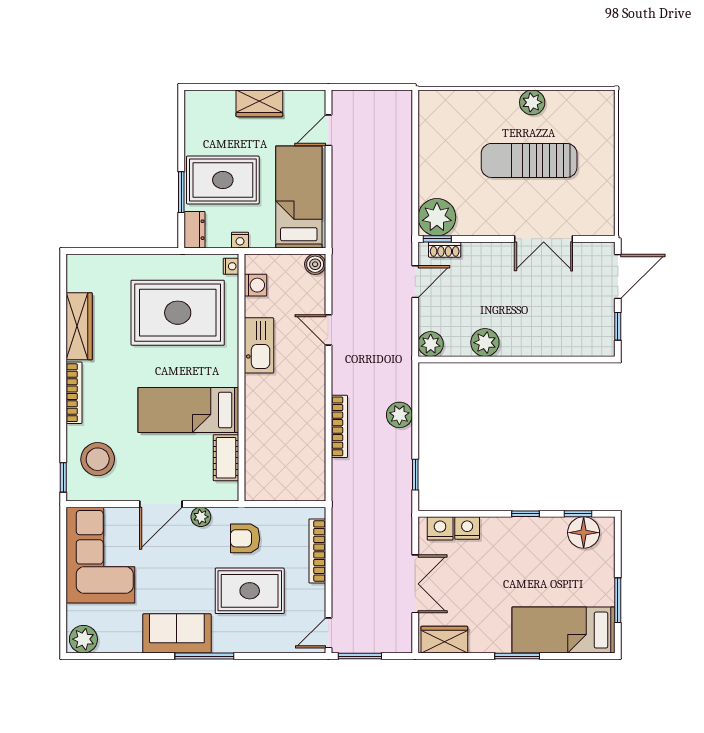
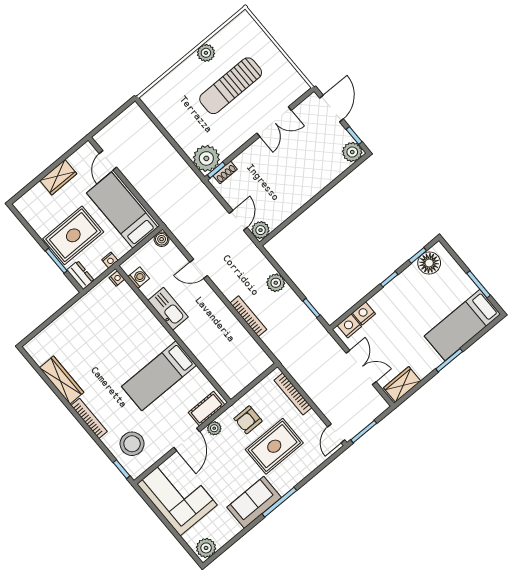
door: (415, 282) -> (238, 220), moved
rug: (178, 313) -> (109, 328), removed
plant: (485, 343) -> (352, 152), moved
cot: (226, 458) -> (206, 409), moved, turned 90

